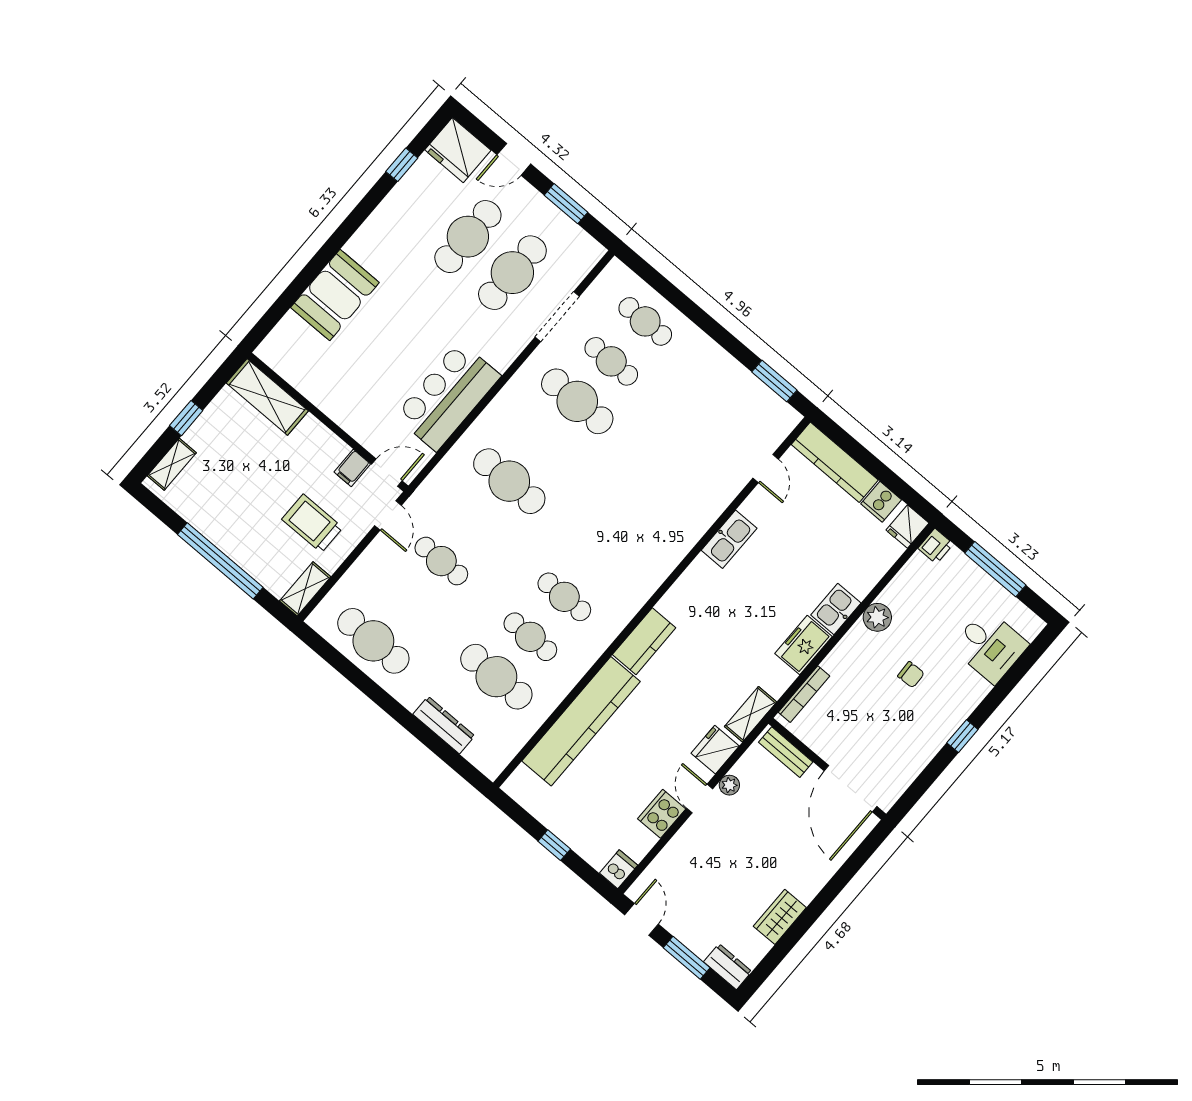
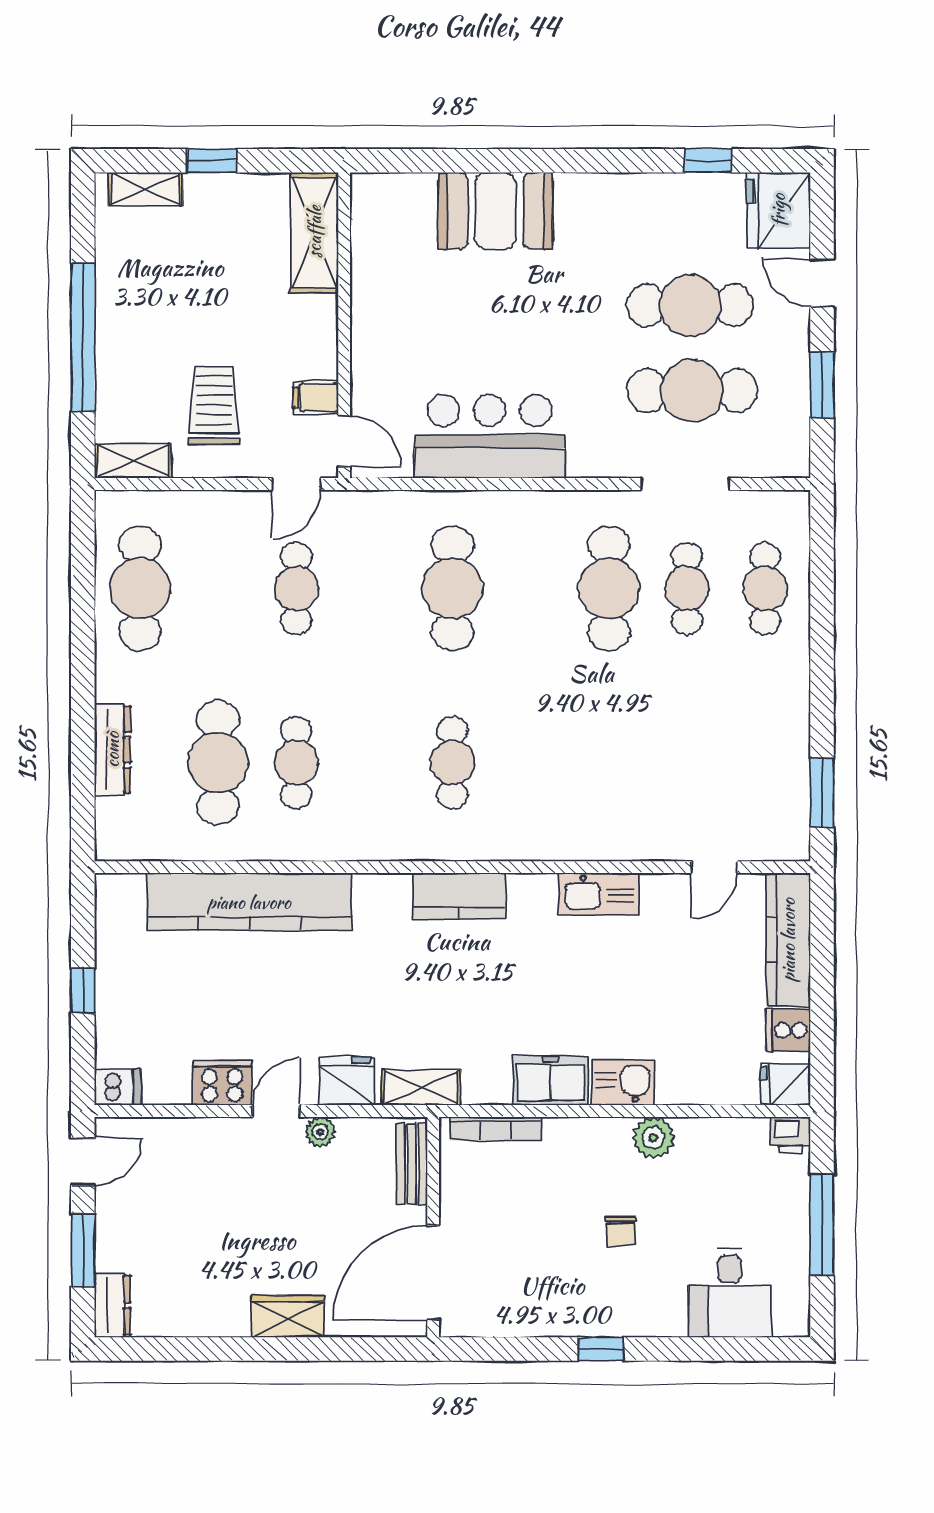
cafe table: (564, 597) -> (452, 763), moved
kitchen counter: (644, 641) -> (459, 896), moved
wardrobe: (780, 917) -> (288, 1316), moved

